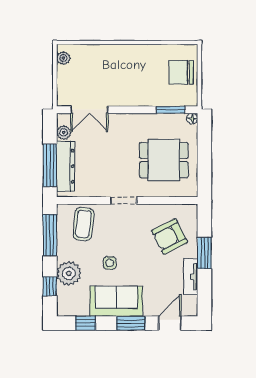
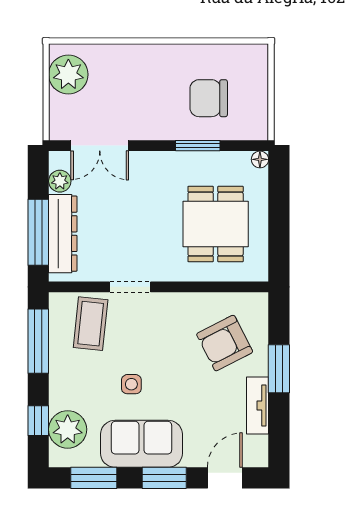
plant: (63, 58) -> (68, 74), width x1.88, depth x1.88
chair: (181, 72) -> (209, 98), moved
window: (171, 110) -> (198, 146), moved
dining table: (164, 160) -> (216, 224), turned 90
doorway: (124, 200) -> (130, 287), moved
plant: (69, 273) -> (68, 429), moved
window: (86, 323) -> (94, 478), width x1.50

